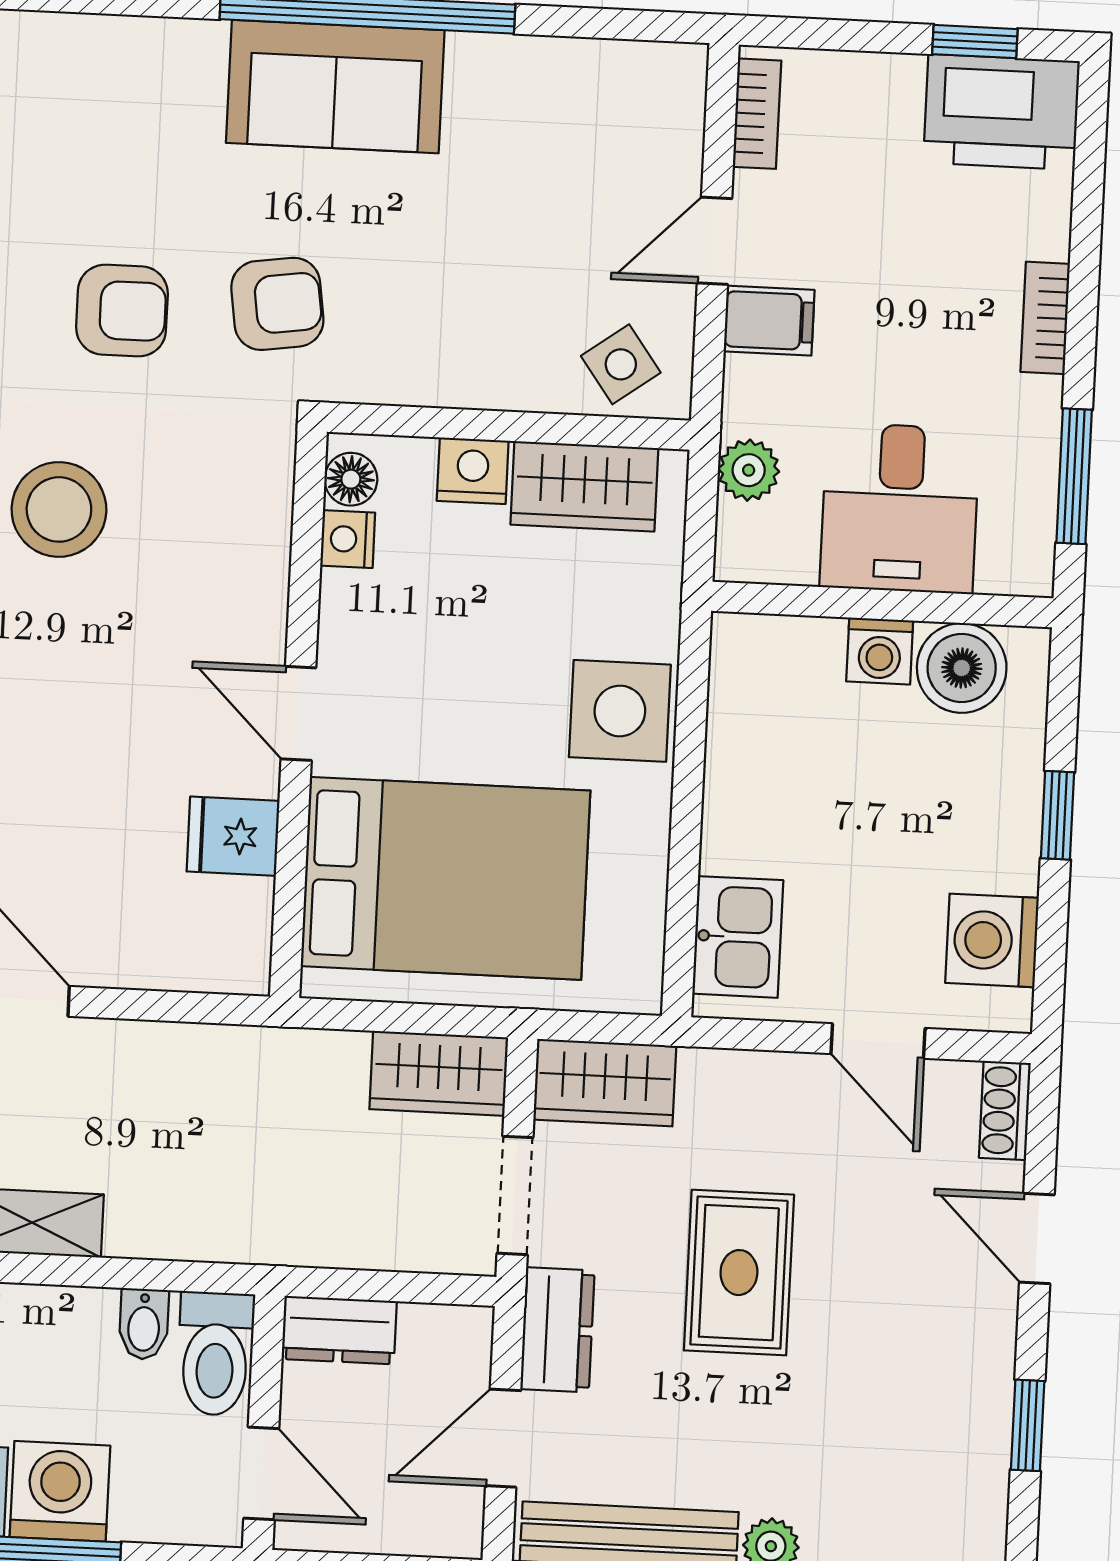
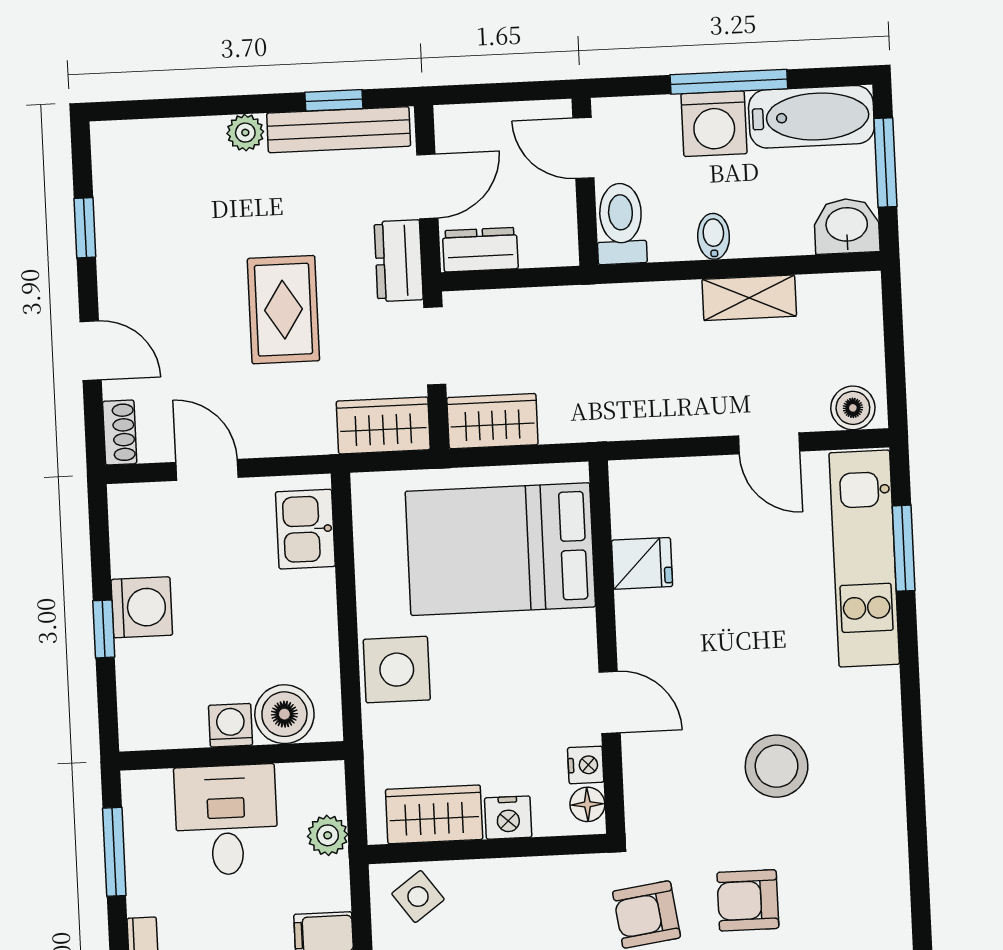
boiler: (962, 668) -> (284, 714), moved
door: (298, 713) -> (610, 702), moved
washing machine: (992, 940) -> (142, 607), moved
bidet: (144, 1324) -> (714, 236), moved
dresser: (339, 1330) -> (480, 250), moved

